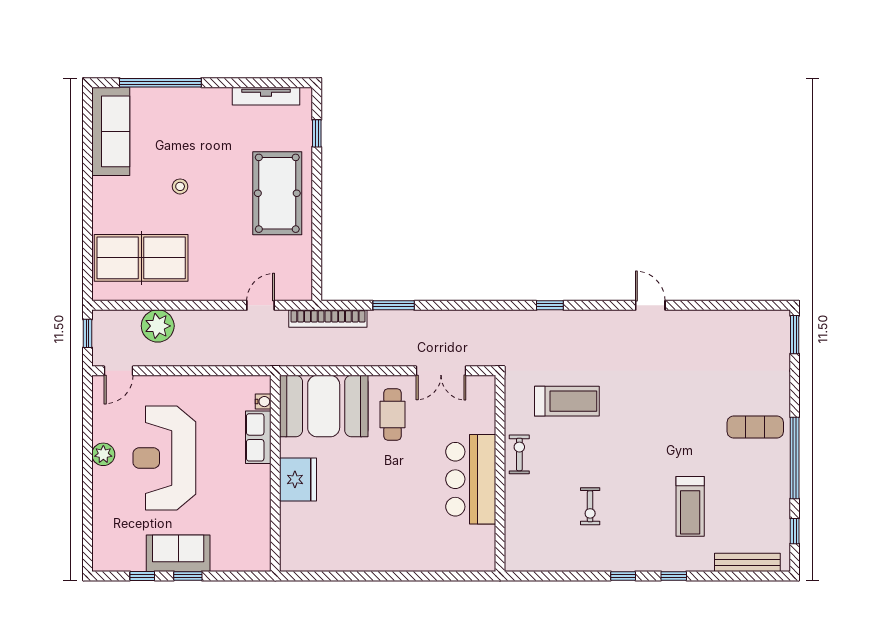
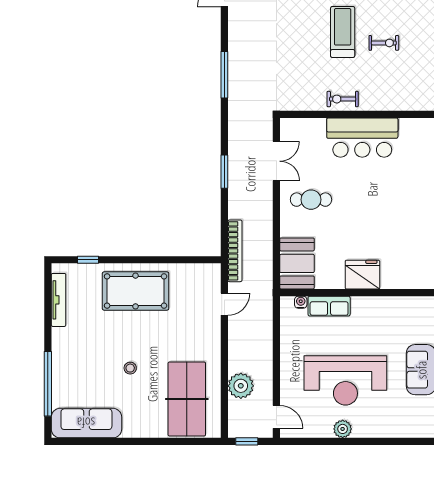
door: (261, 305) -> (224, 304), swing flipped
window: (394, 305) -> (224, 172), moved
window: (550, 305) -> (224, 75), width x2.17
treadmill: (567, 401) -> (343, 32), moved
booth: (324, 406) -> (297, 263), width x0.73, depth x0.70

